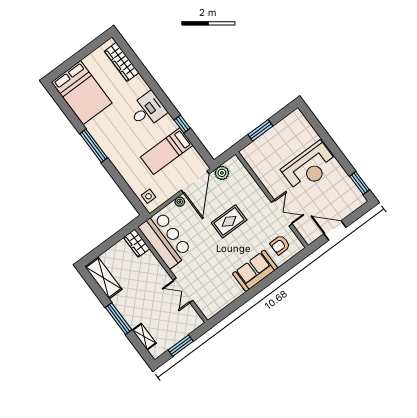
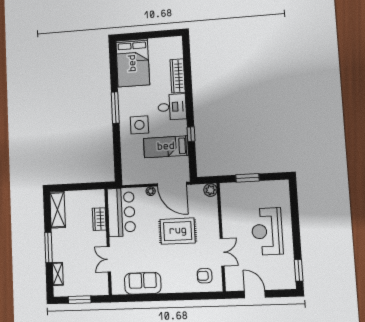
wardrobe: (122, 62) -> (178, 76), moved
reception desk: (309, 167) -> (267, 231), turned 90
plant: (222, 173) -> (210, 190), moved
door: (195, 182) -> (172, 184), hinge flipped
side table: (148, 196) -> (139, 125), moved, width x1.87, depth x1.87
rug: (229, 221) -> (178, 231), width x1.36, depth x1.43
wardrobe: (137, 243) -> (99, 219), moved
sofa: (255, 271) -> (143, 283), moved

